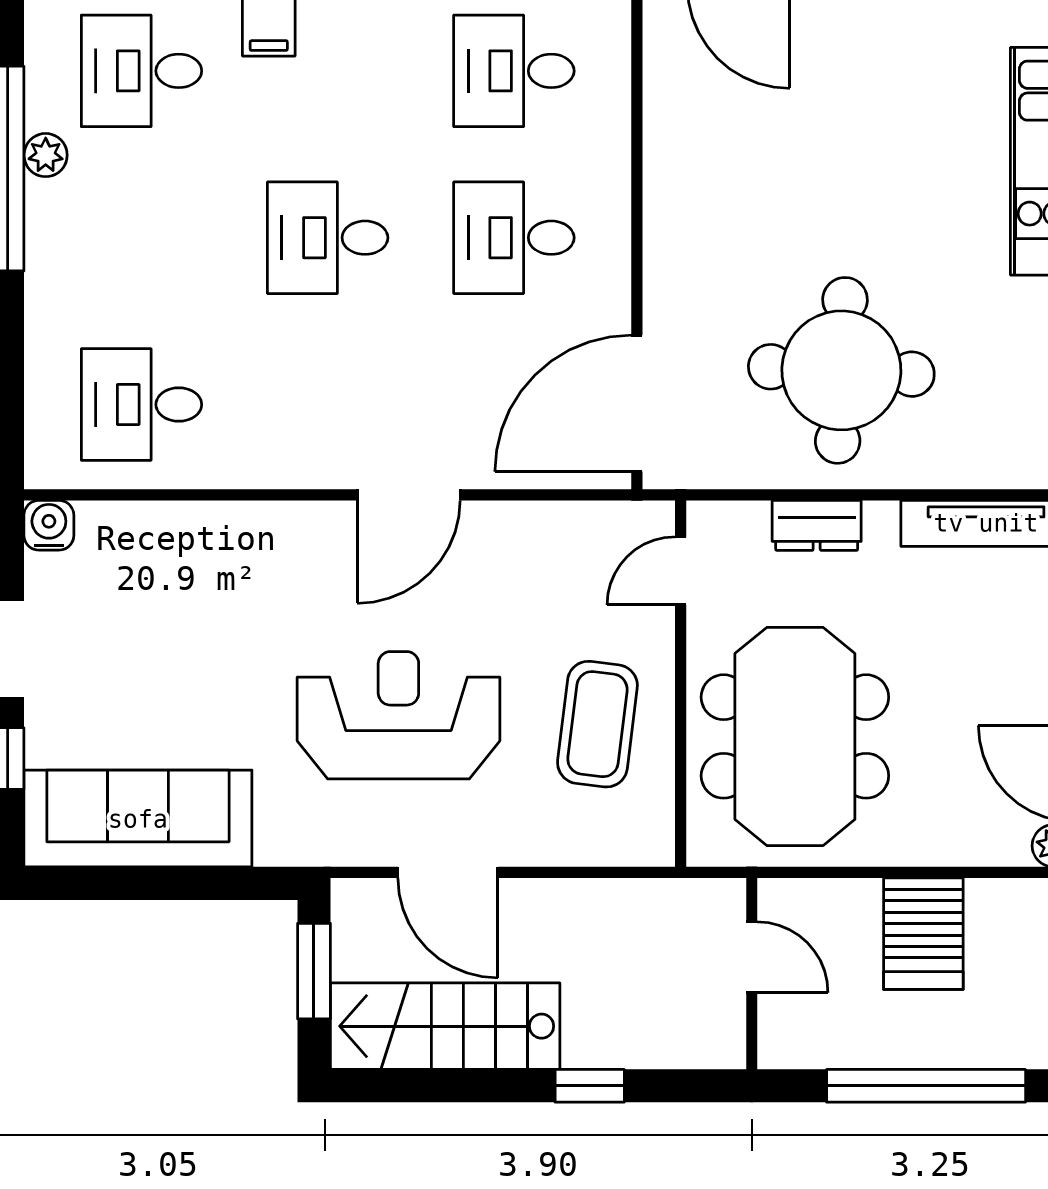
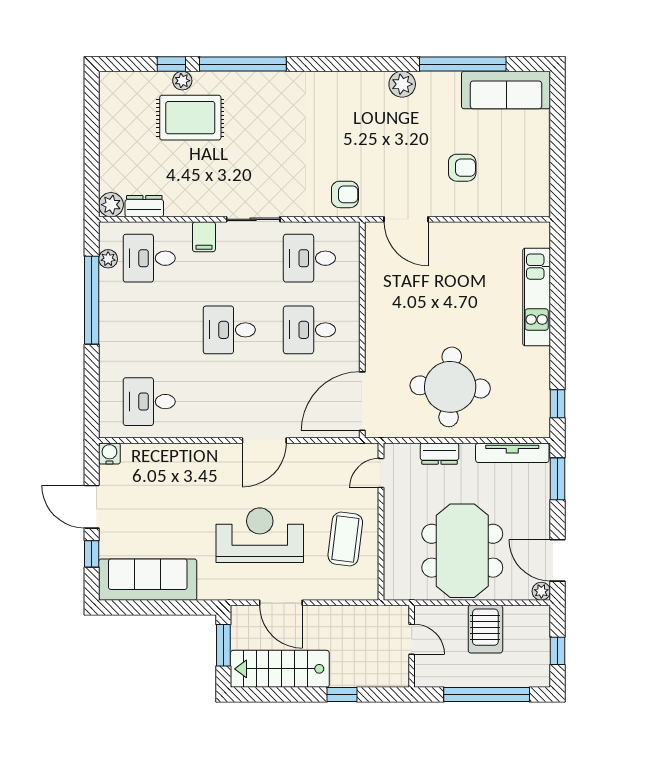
plant: (46, 155) -> (108, 259), moved
meeting table: (795, 736) -> (462, 551), moved

